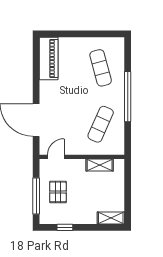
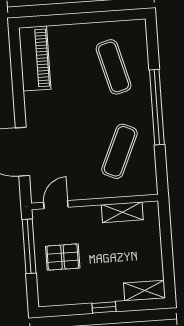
pallet: (58, 192) -> (63, 257), turned 90
window: (36, 196) -> (29, 246), moved
window: (65, 227) -> (104, 307), moved

